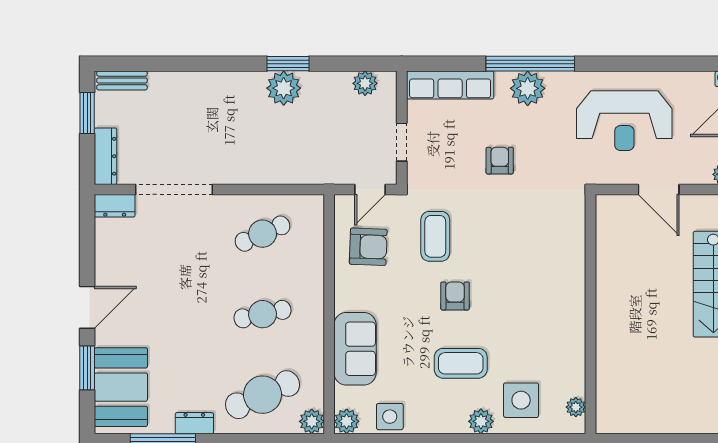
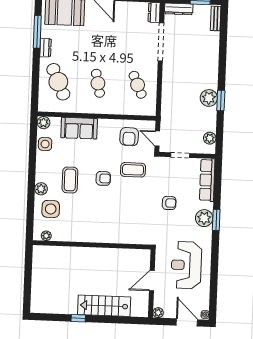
window: (530, 64) -> (216, 220), width x0.47
plant: (312, 421) -> (44, 105), removed

